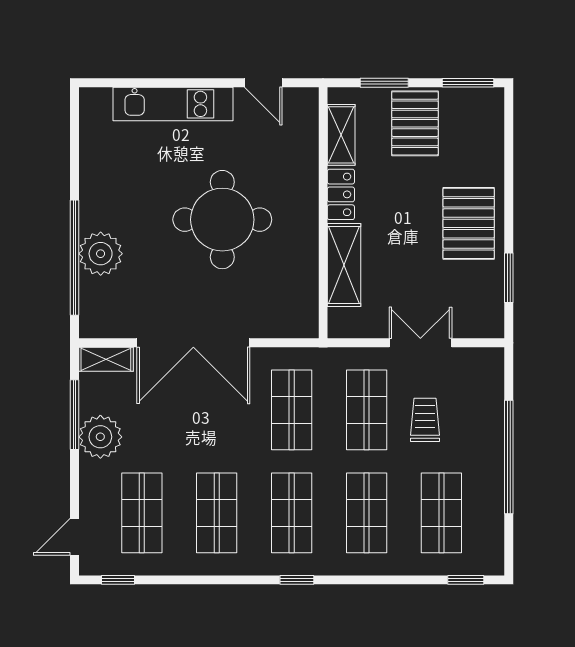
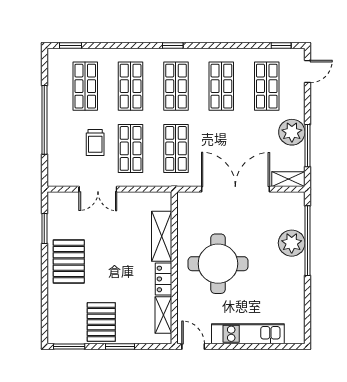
shelving: (341, 135) -> (163, 315), moved
locker: (341, 194) -> (163, 279), moved
wall: (323, 213) -> (174, 268), moved
shelving: (344, 265) -> (162, 236), moved

